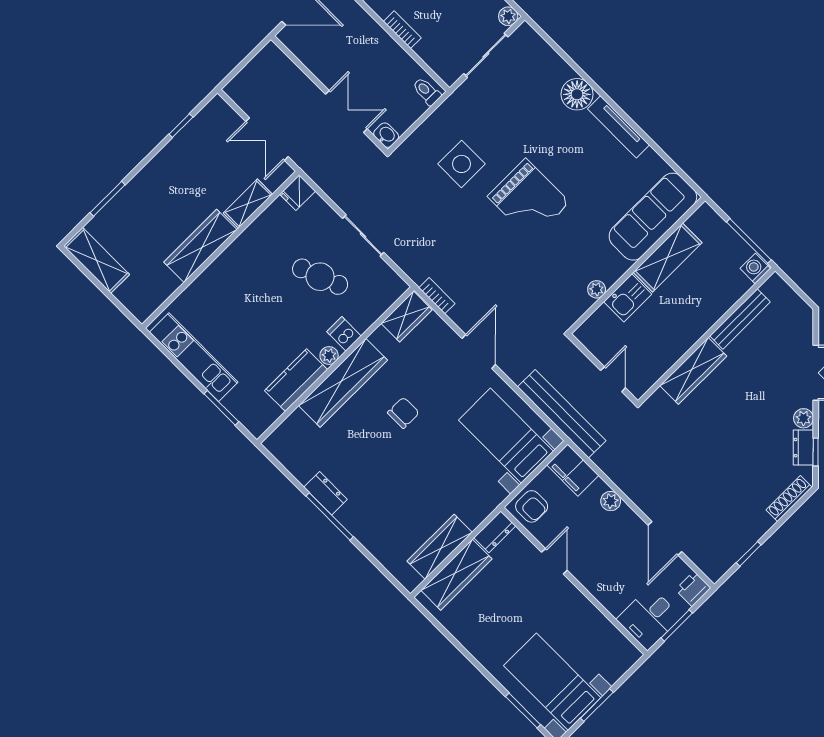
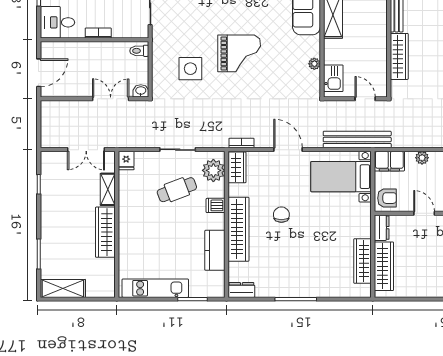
kitchen sink: (628, 298) -> (333, 78), moved
plant: (329, 356) -> (213, 170), moved, width x1.87, depth x1.87
dresser: (326, 493) -> (241, 290), moved

